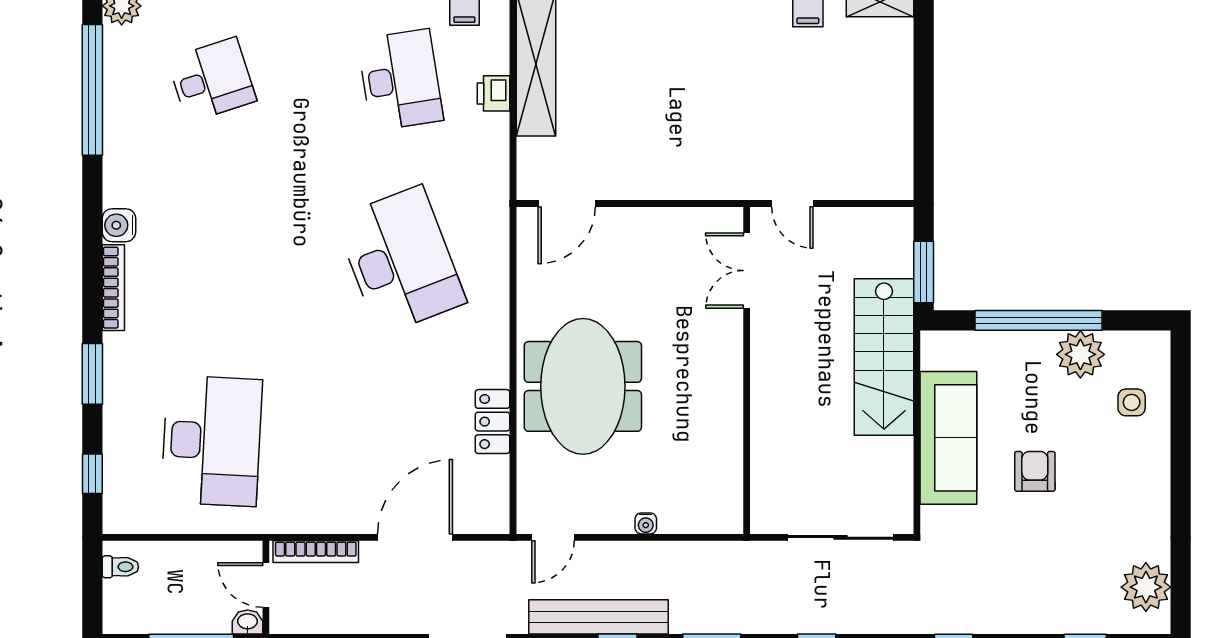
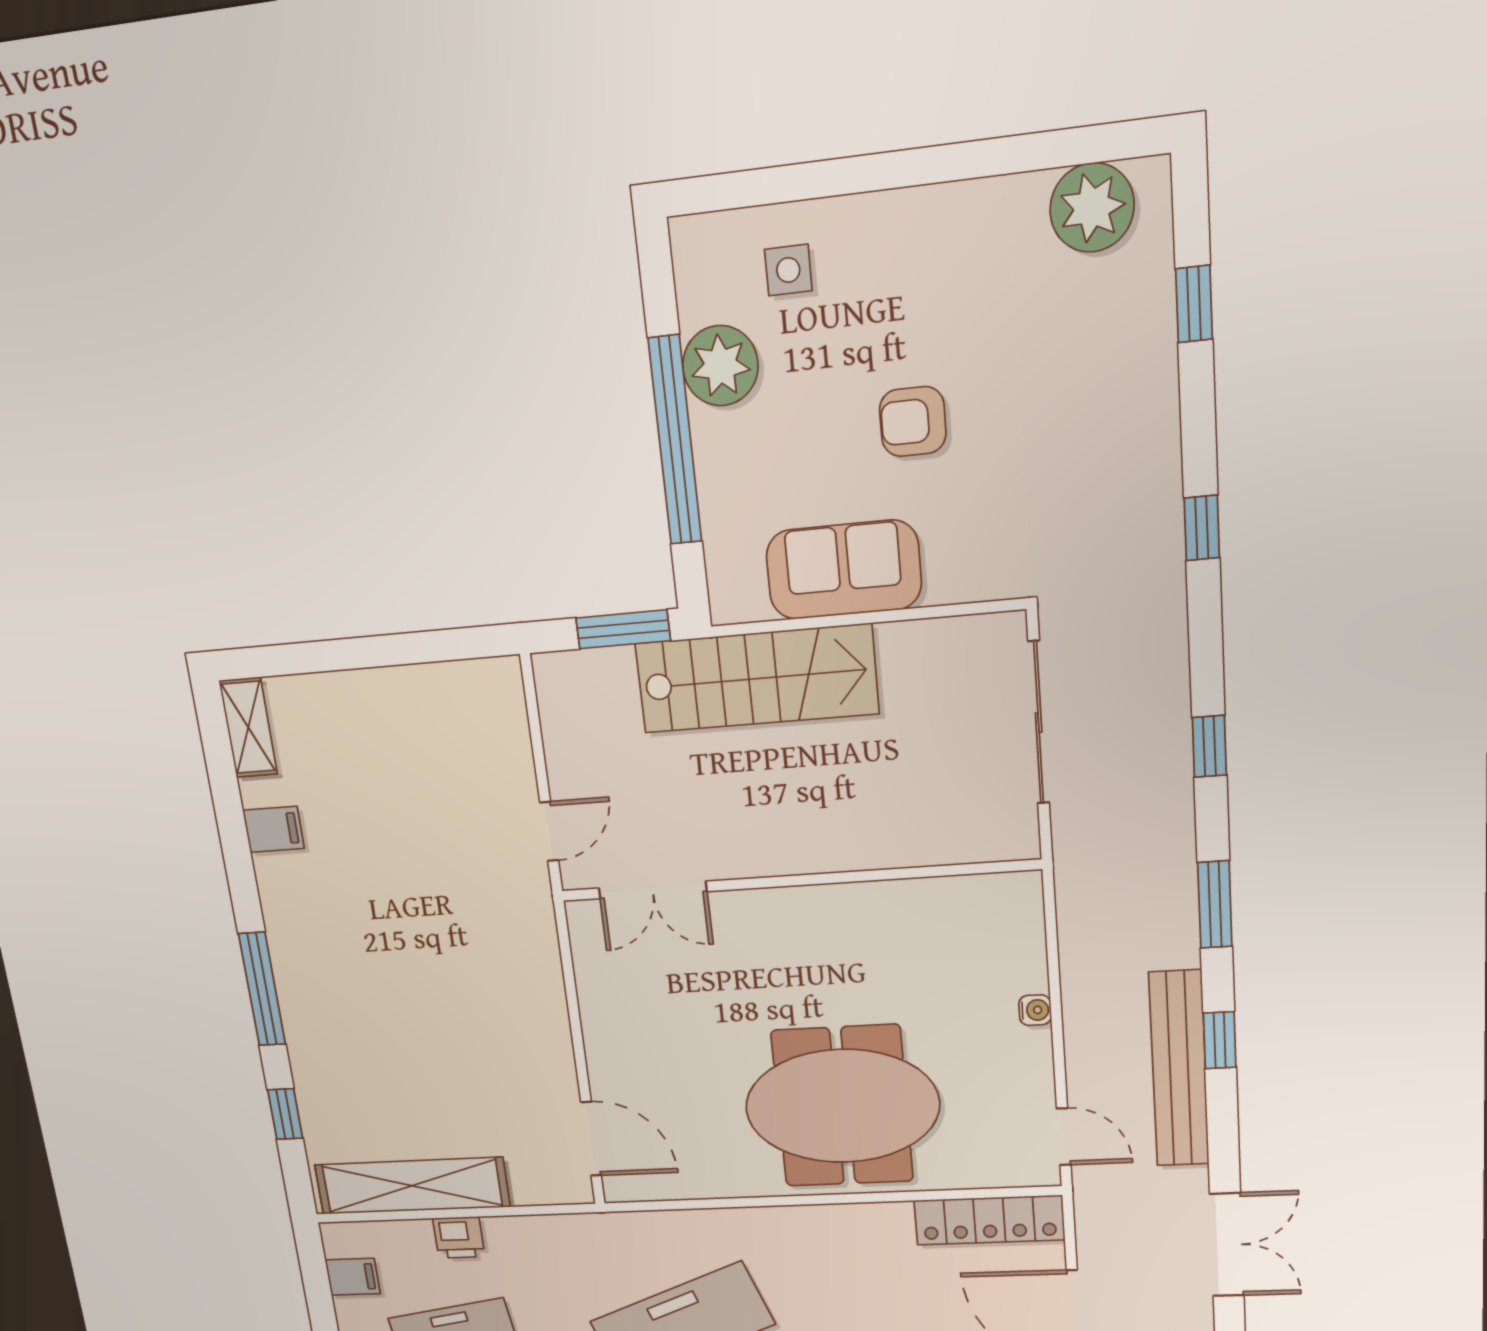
locker: (492, 422) -> (989, 1220), moved, width x1.53
sofa: (948, 438) -> (844, 570), width x0.73

